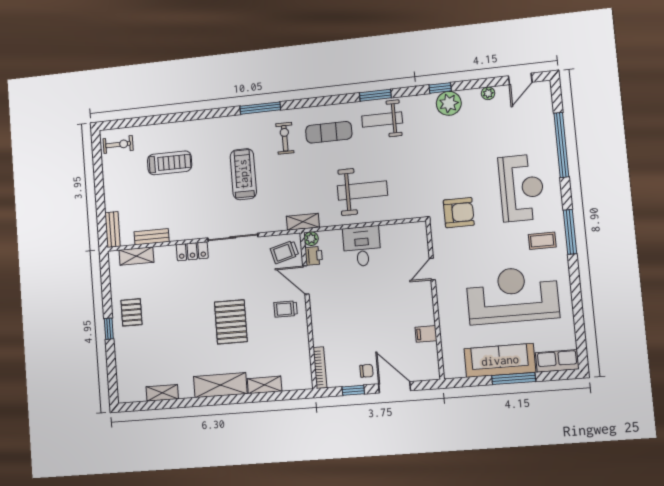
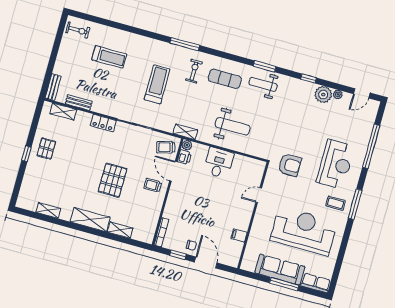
plant: (449, 103) -> (323, 95), moved

